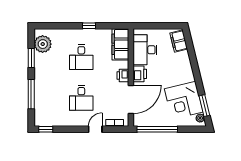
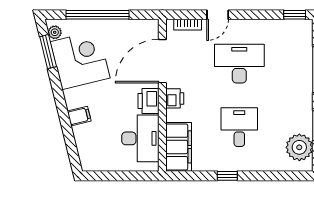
filing cabinet: (179, 41) -> (79, 116), moved, width x0.50
desk: (81, 98) -> (239, 64), width x1.37
window: (157, 129) -> (98, 15), moved

